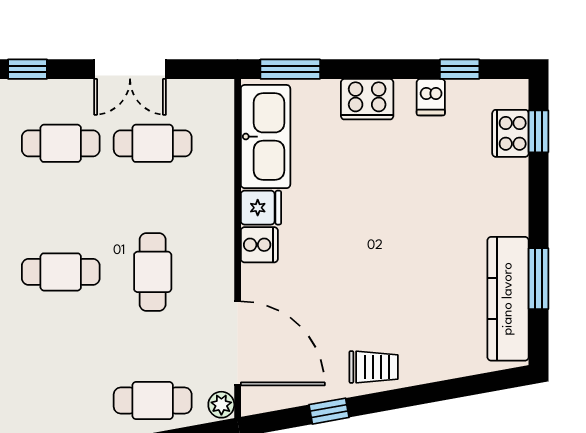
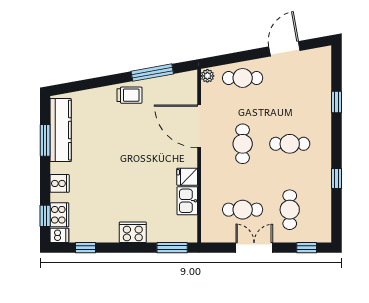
dishwasher: (431, 97) -> (59, 235), moved, turned 90
kitchen sink: (266, 137) -> (187, 201), width x0.53, depth x0.81
cafe table: (61, 143) -> (290, 210), turned 90
cooker: (259, 245) -> (60, 183), moved, turned 180
door: (238, 343) -> (199, 126), moved
trolley: (374, 367) -> (129, 95), turned 180
window: (329, 411) -> (152, 73), width x2.17

